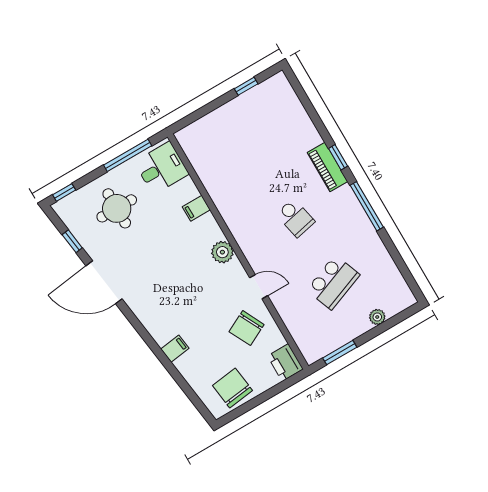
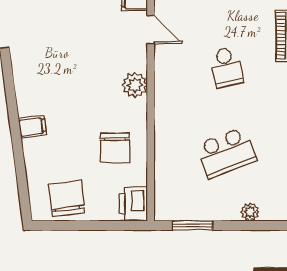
plant: (222, 252) -> (135, 85), moved
door: (259, 287) -> (151, 29), moved
chair: (247, 328) -> (115, 148), turned -63

